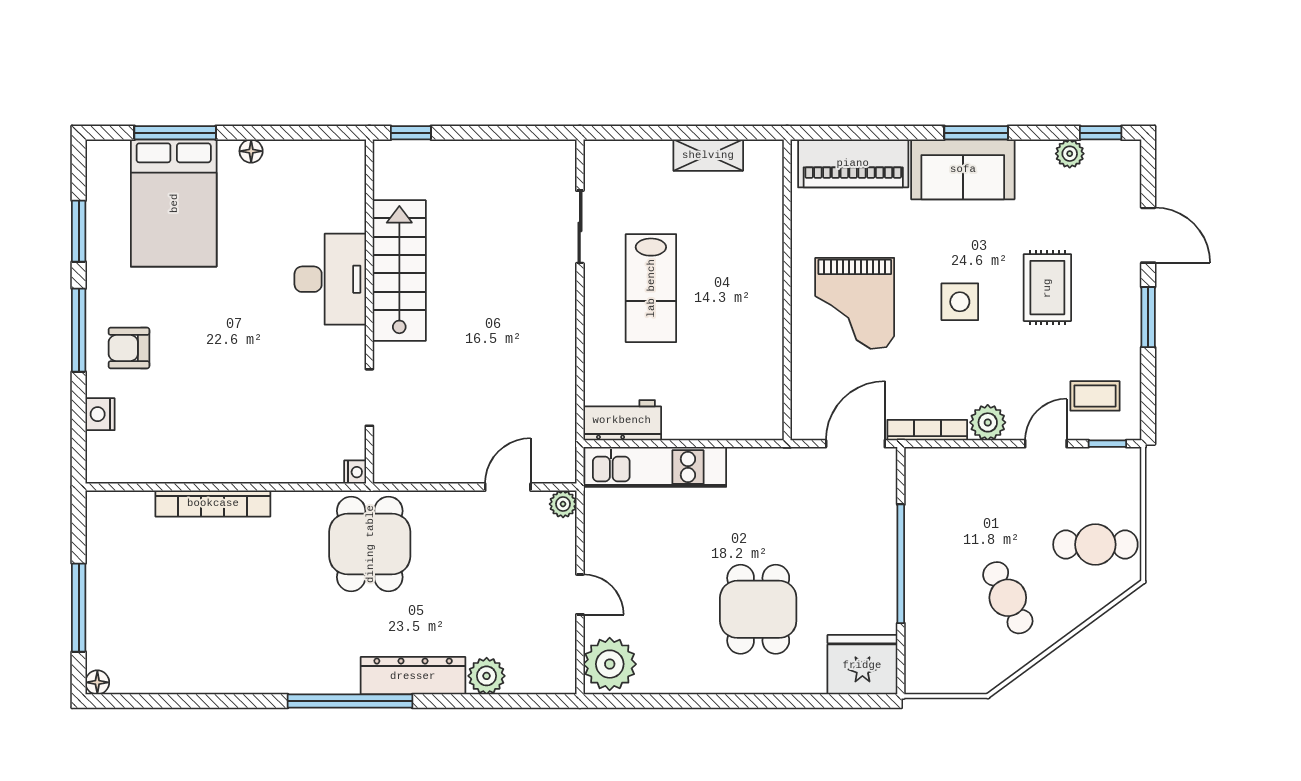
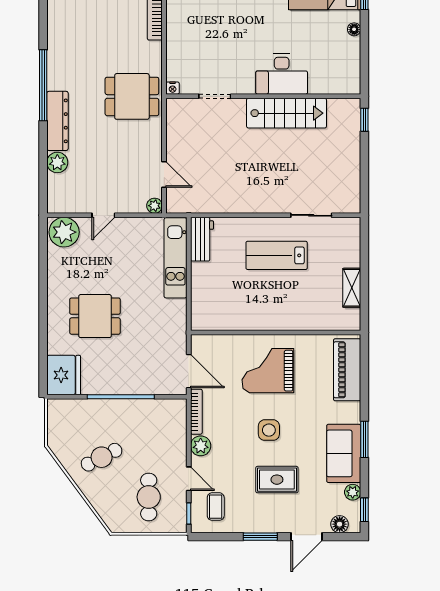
sofa: (963, 169) -> (344, 453), moved
floor lamp: (1126, 177) -> (340, 524), added
cafe table: (1095, 545) -> (149, 497), moved

